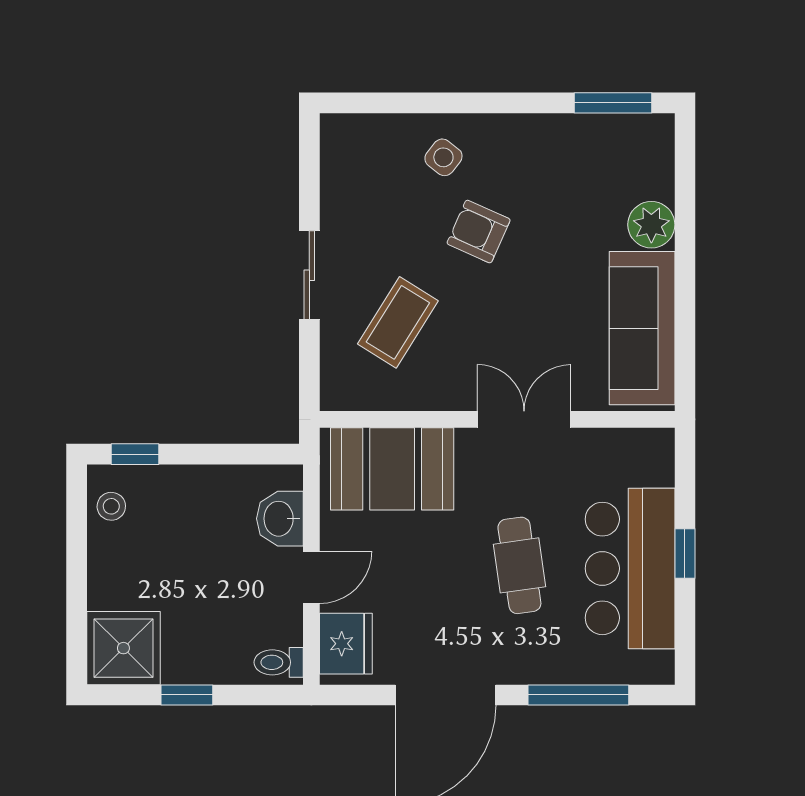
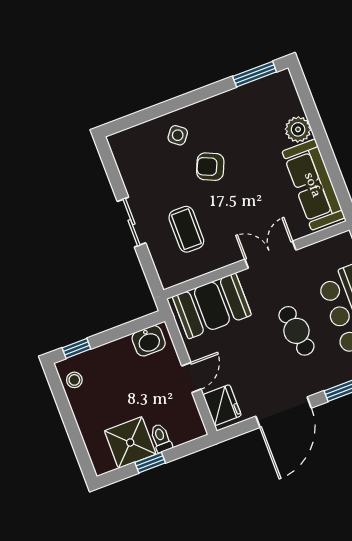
coffee table: (398, 322) -> (186, 229), turned -32
washbasin: (280, 519) -> (149, 341), moved, turned -90
shower: (123, 648) -> (130, 442), moved
toilet: (279, 662) -> (161, 438), moved, turned 90

